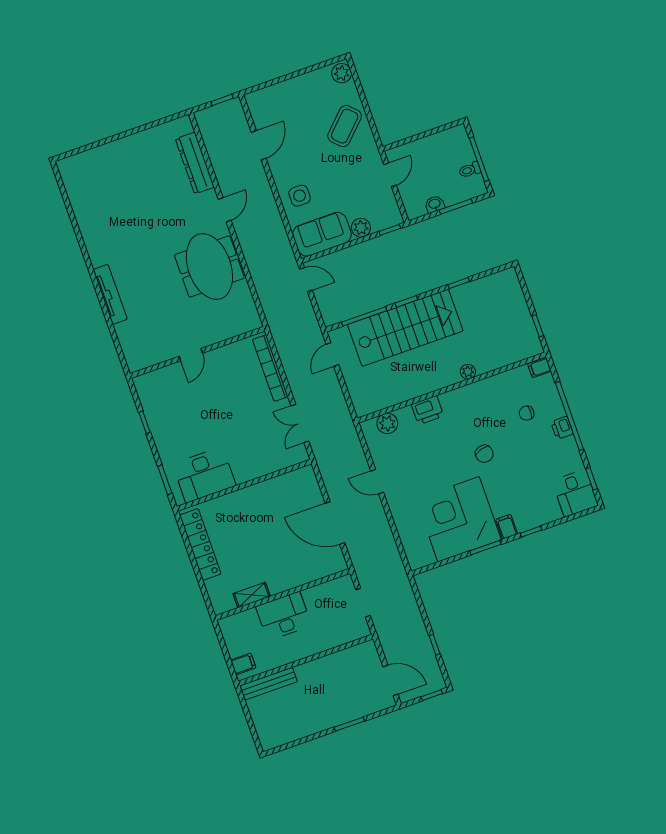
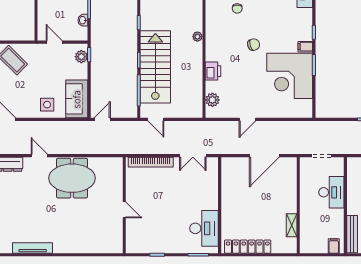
plant: (361, 228) -> (81, 57), moved
tv unit: (110, 294) -> (33, 248), moved
desk: (284, 616) -> (331, 192), moved, turned 180

